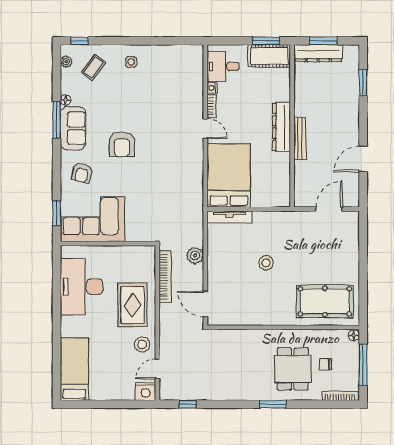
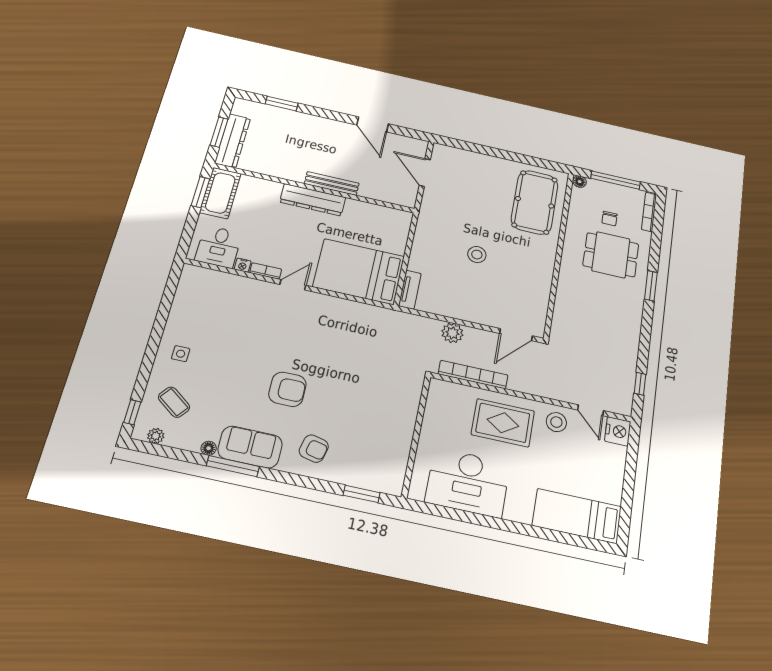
tv unit: (229, 217) -> (410, 290), width x0.71
corner sofa: (93, 219) -> (380, 448), removed

